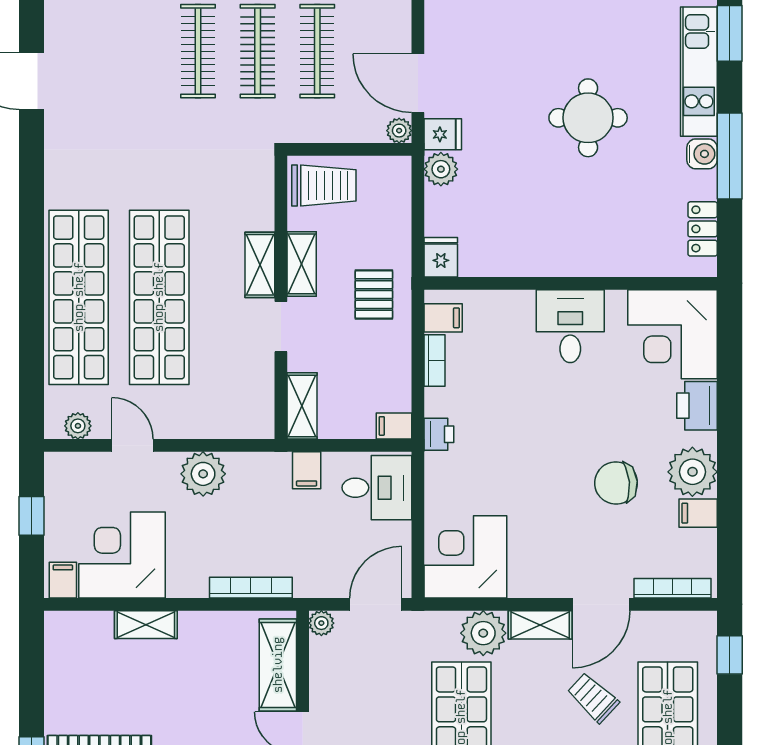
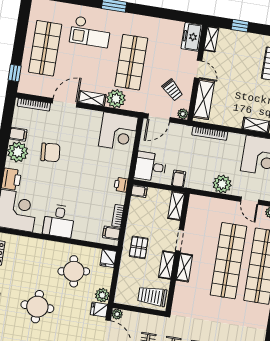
round table: (516, 214) -> (74, 271), added
trolley: (593, 698) -> (172, 90), moved

